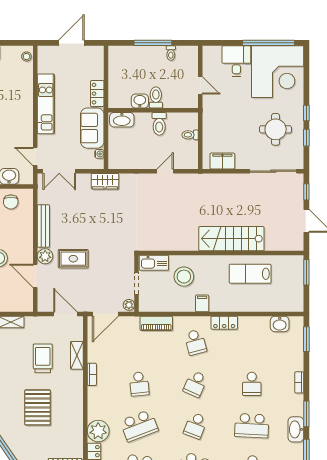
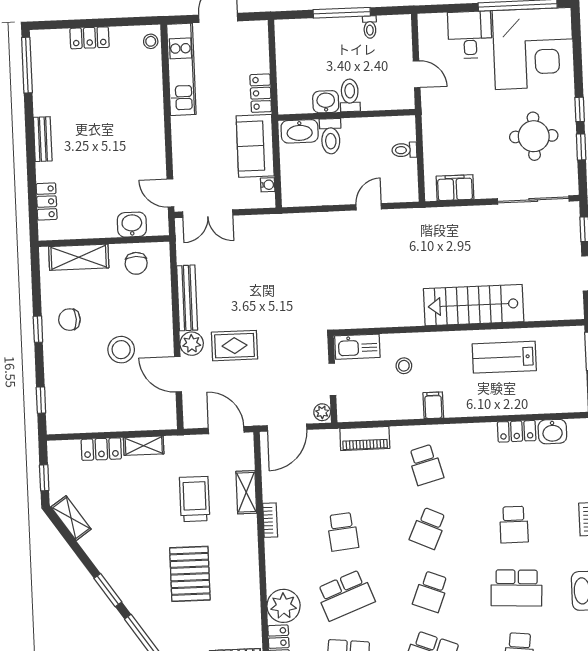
kitchen unit: (46, 104) -> (181, 69), moved
toilet: (159, 124) -> (331, 136), moved
wardrobe: (105, 181) -> (278, 226), removed
stool: (184, 277) -> (404, 366), width x0.53, depth x0.53
locker: (224, 323) -> (517, 431), moved

